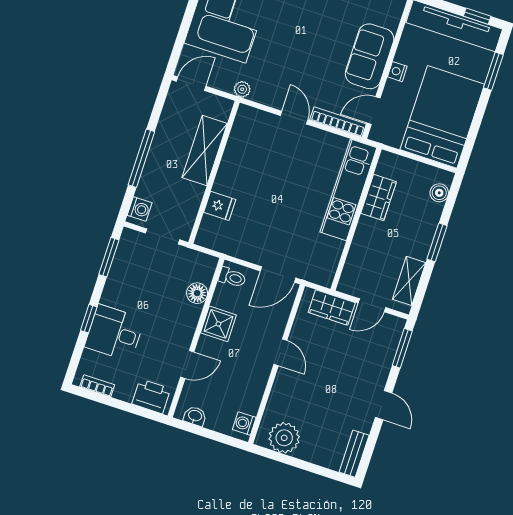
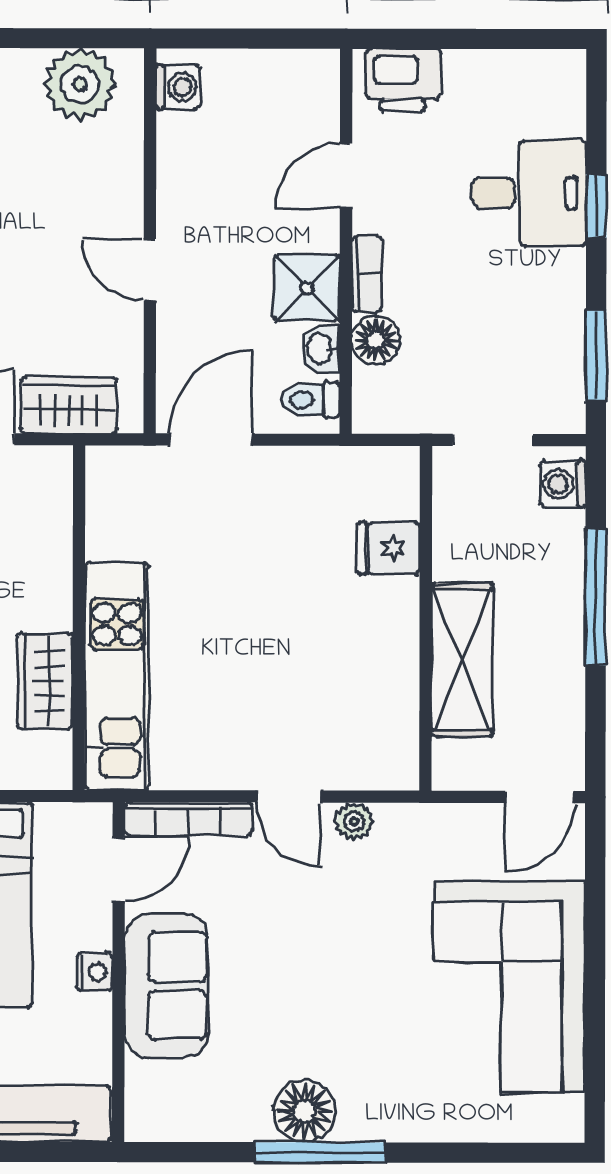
plant: (242, 89) -> (354, 821), moved
bookcase: (97, 386) -> (367, 274), moved, turned -90
washbasin: (195, 416) -> (321, 349), moved, turned 90

